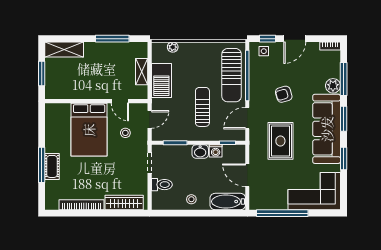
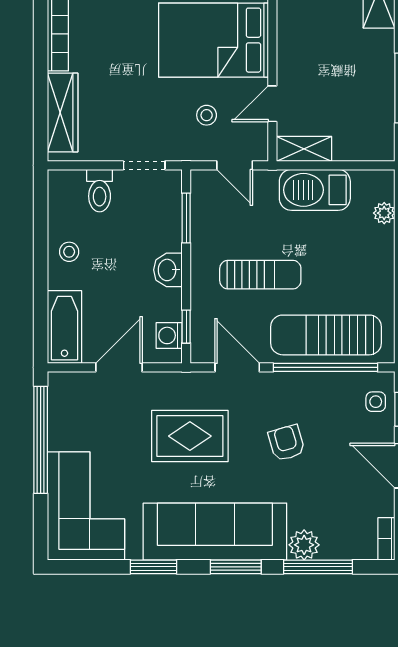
shelving: (142, 72) -> (304, 149), moved
washing machine: (216, 151) -> (169, 335), moved

